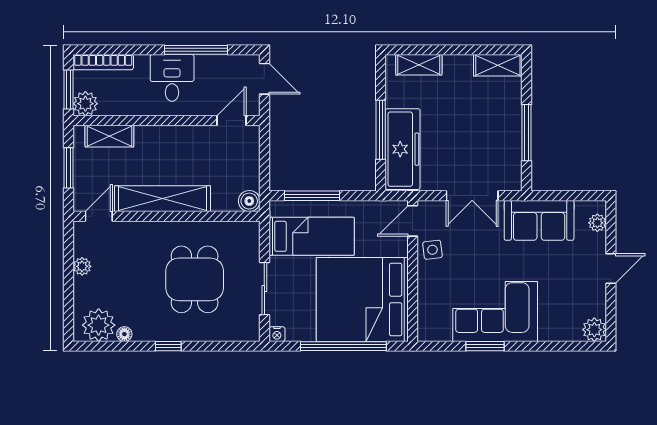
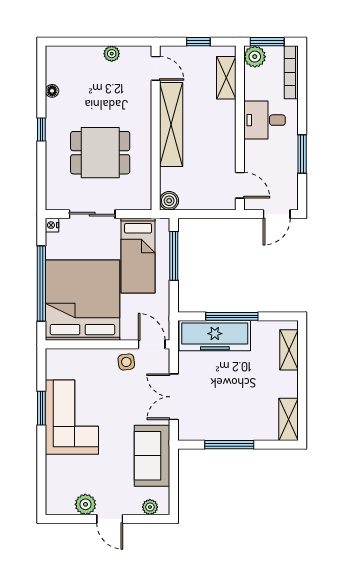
window: (196, 50) -> (302, 154), width x0.69
desk: (172, 78) -> (265, 120), moved, turned 180
window: (68, 168) -> (198, 42), width x0.67
plant: (99, 325) -> (60, 68), removed
plant: (594, 330) -> (85, 504), moved

